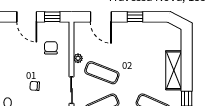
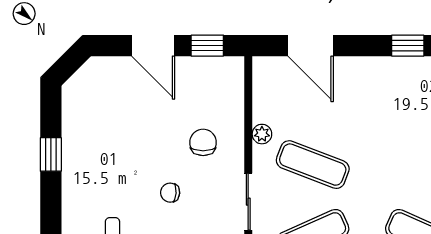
window: (135, 17) -> (408, 46), moved
chair: (51, 48) -> (203, 142), moved

